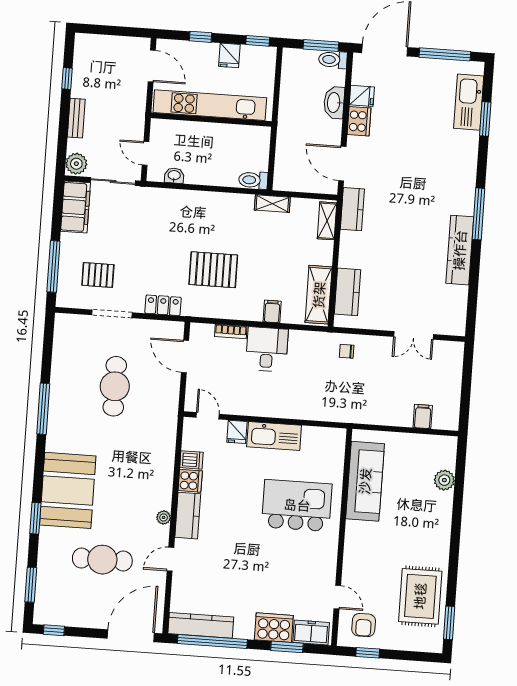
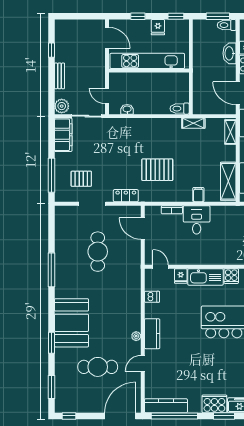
cooker: (190, 481) -> (231, 276), moved, turned 90

